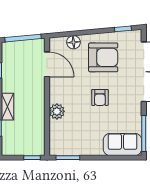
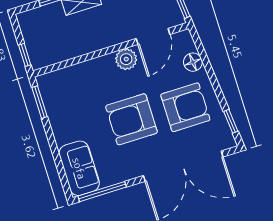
armchair: (103, 57) -> (185, 107), turned -90
armchair: (100, 97) -> (132, 119), width x1.88, depth x1.88
plant: (57, 111) -> (126, 59), moved

